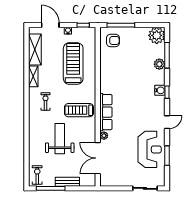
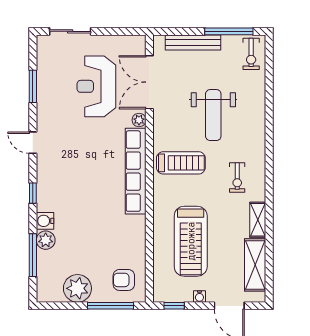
plant: (157, 35) -> (77, 288), moved
water cooler: (160, 90) -> (45, 221), moved
row of seats: (106, 112) -> (136, 171), width x1.36
door: (167, 122) -> (33, 143), hinge flipped
reception desk: (150, 149) -> (96, 86), moved
double door: (98, 158) -> (149, 82), swing flipped
bench: (67, 182) -> (193, 42), width x1.36

